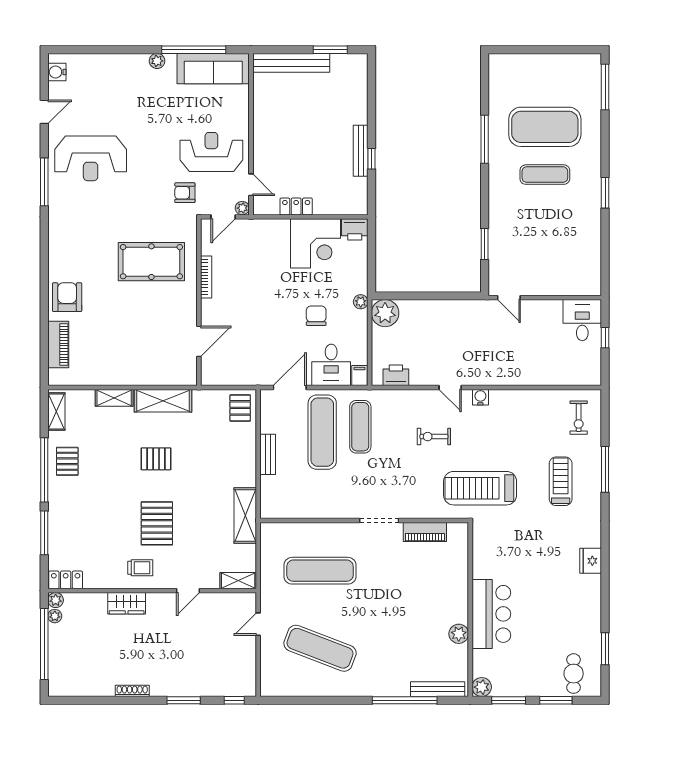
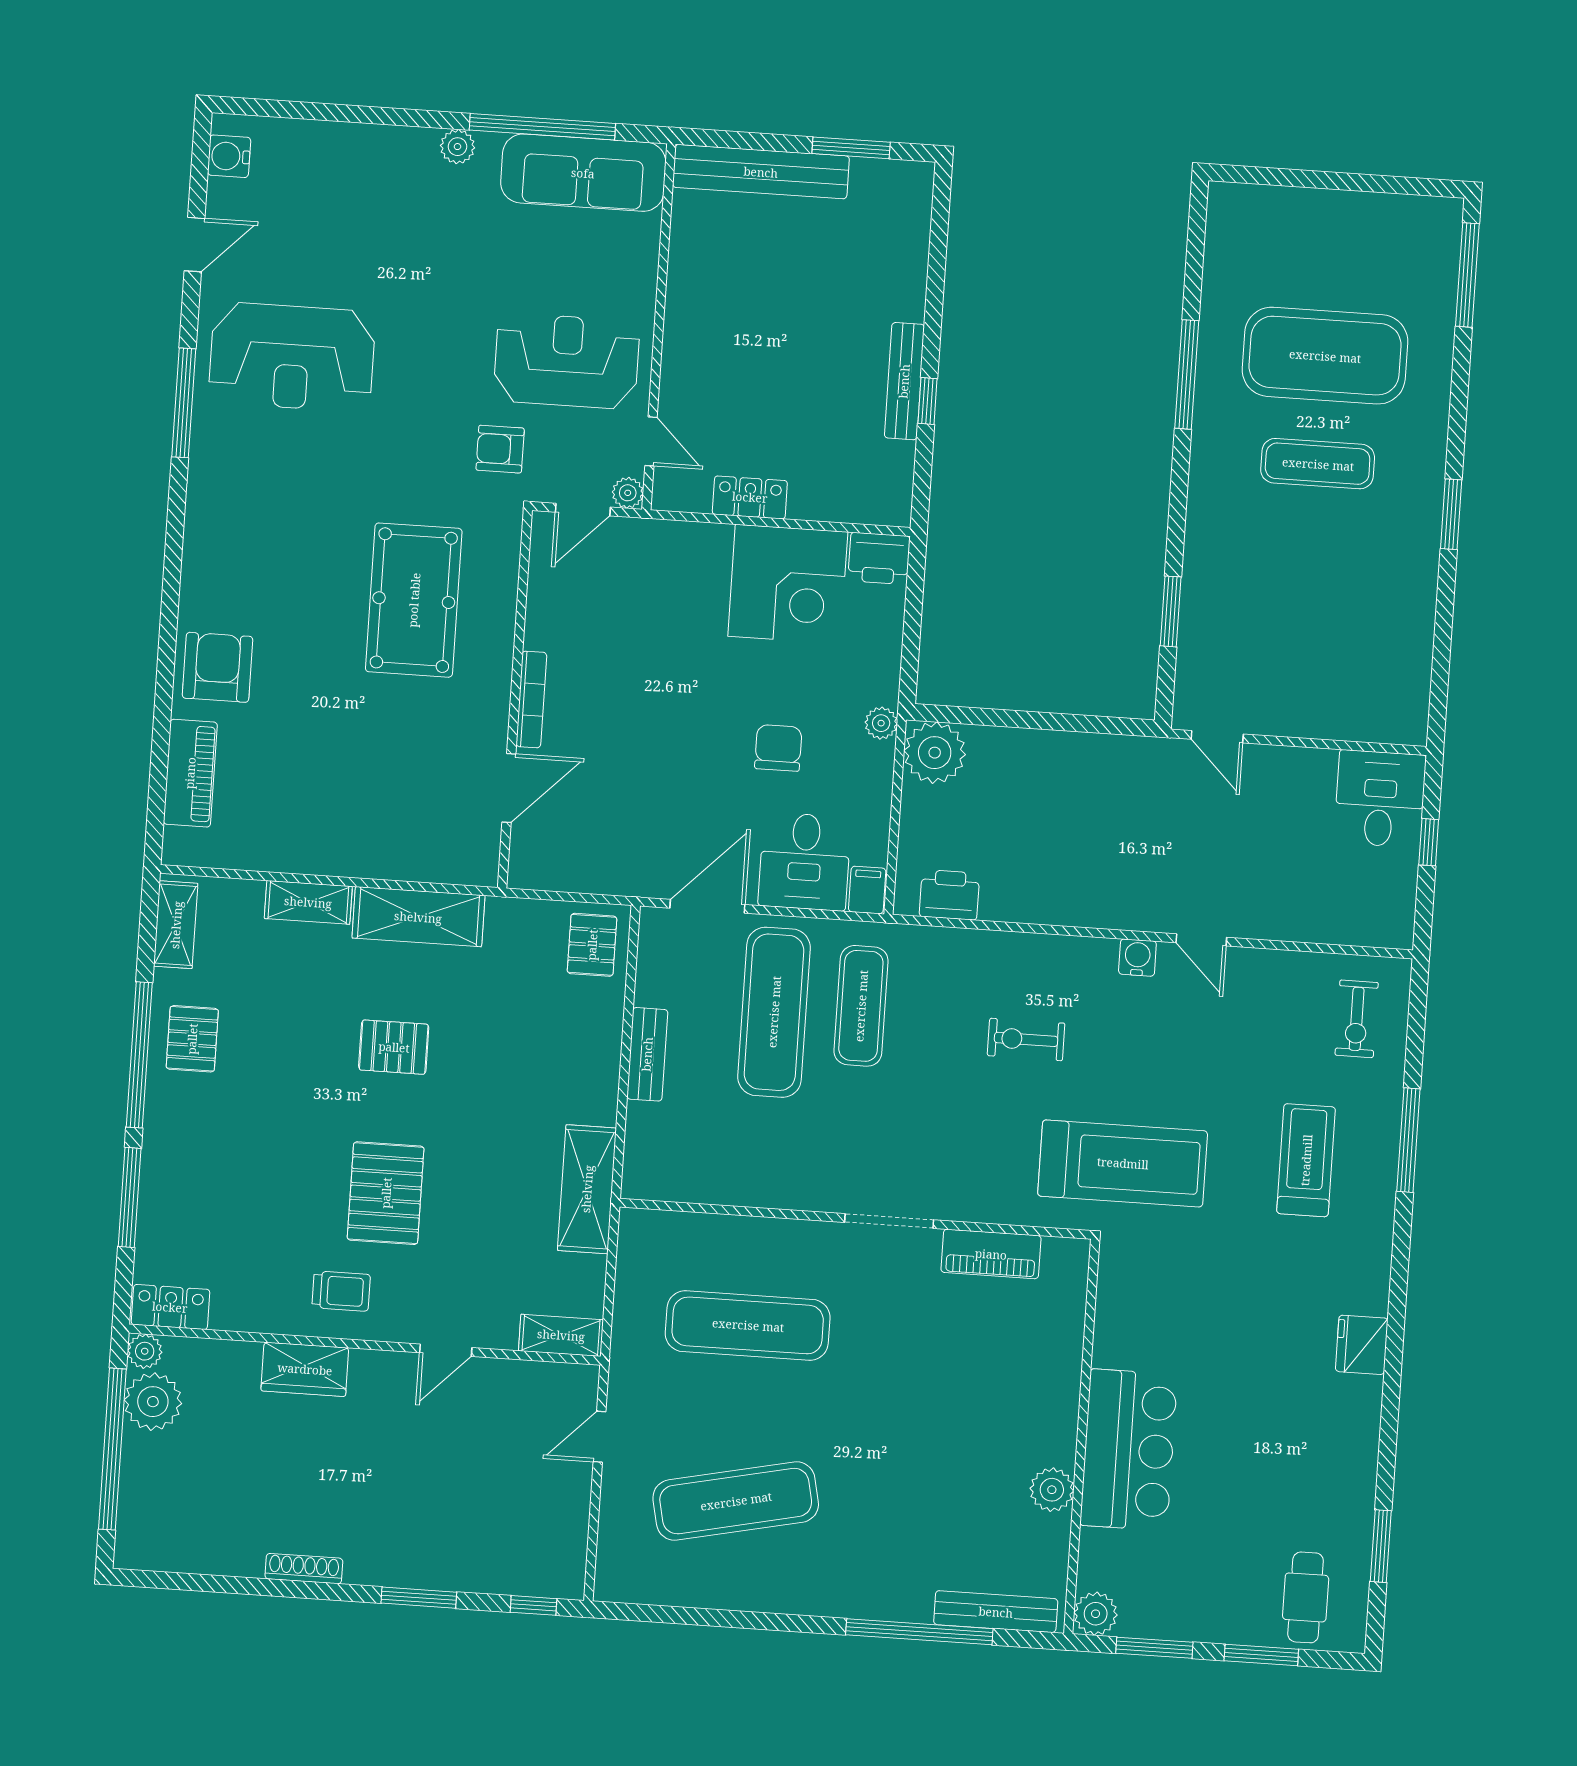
pool table: (151, 262) -> (414, 600), turned 90
bookcase: (206, 277) -> (531, 699), moved
door: (450, 388) -> (1201, 940), moved
treadmill: (480, 488) -> (1123, 1163), turned 180
plant: (55, 616) -> (153, 1402), width x1.88, depth x1.88
exercise mat: (320, 648) -> (736, 1501), turned -33

